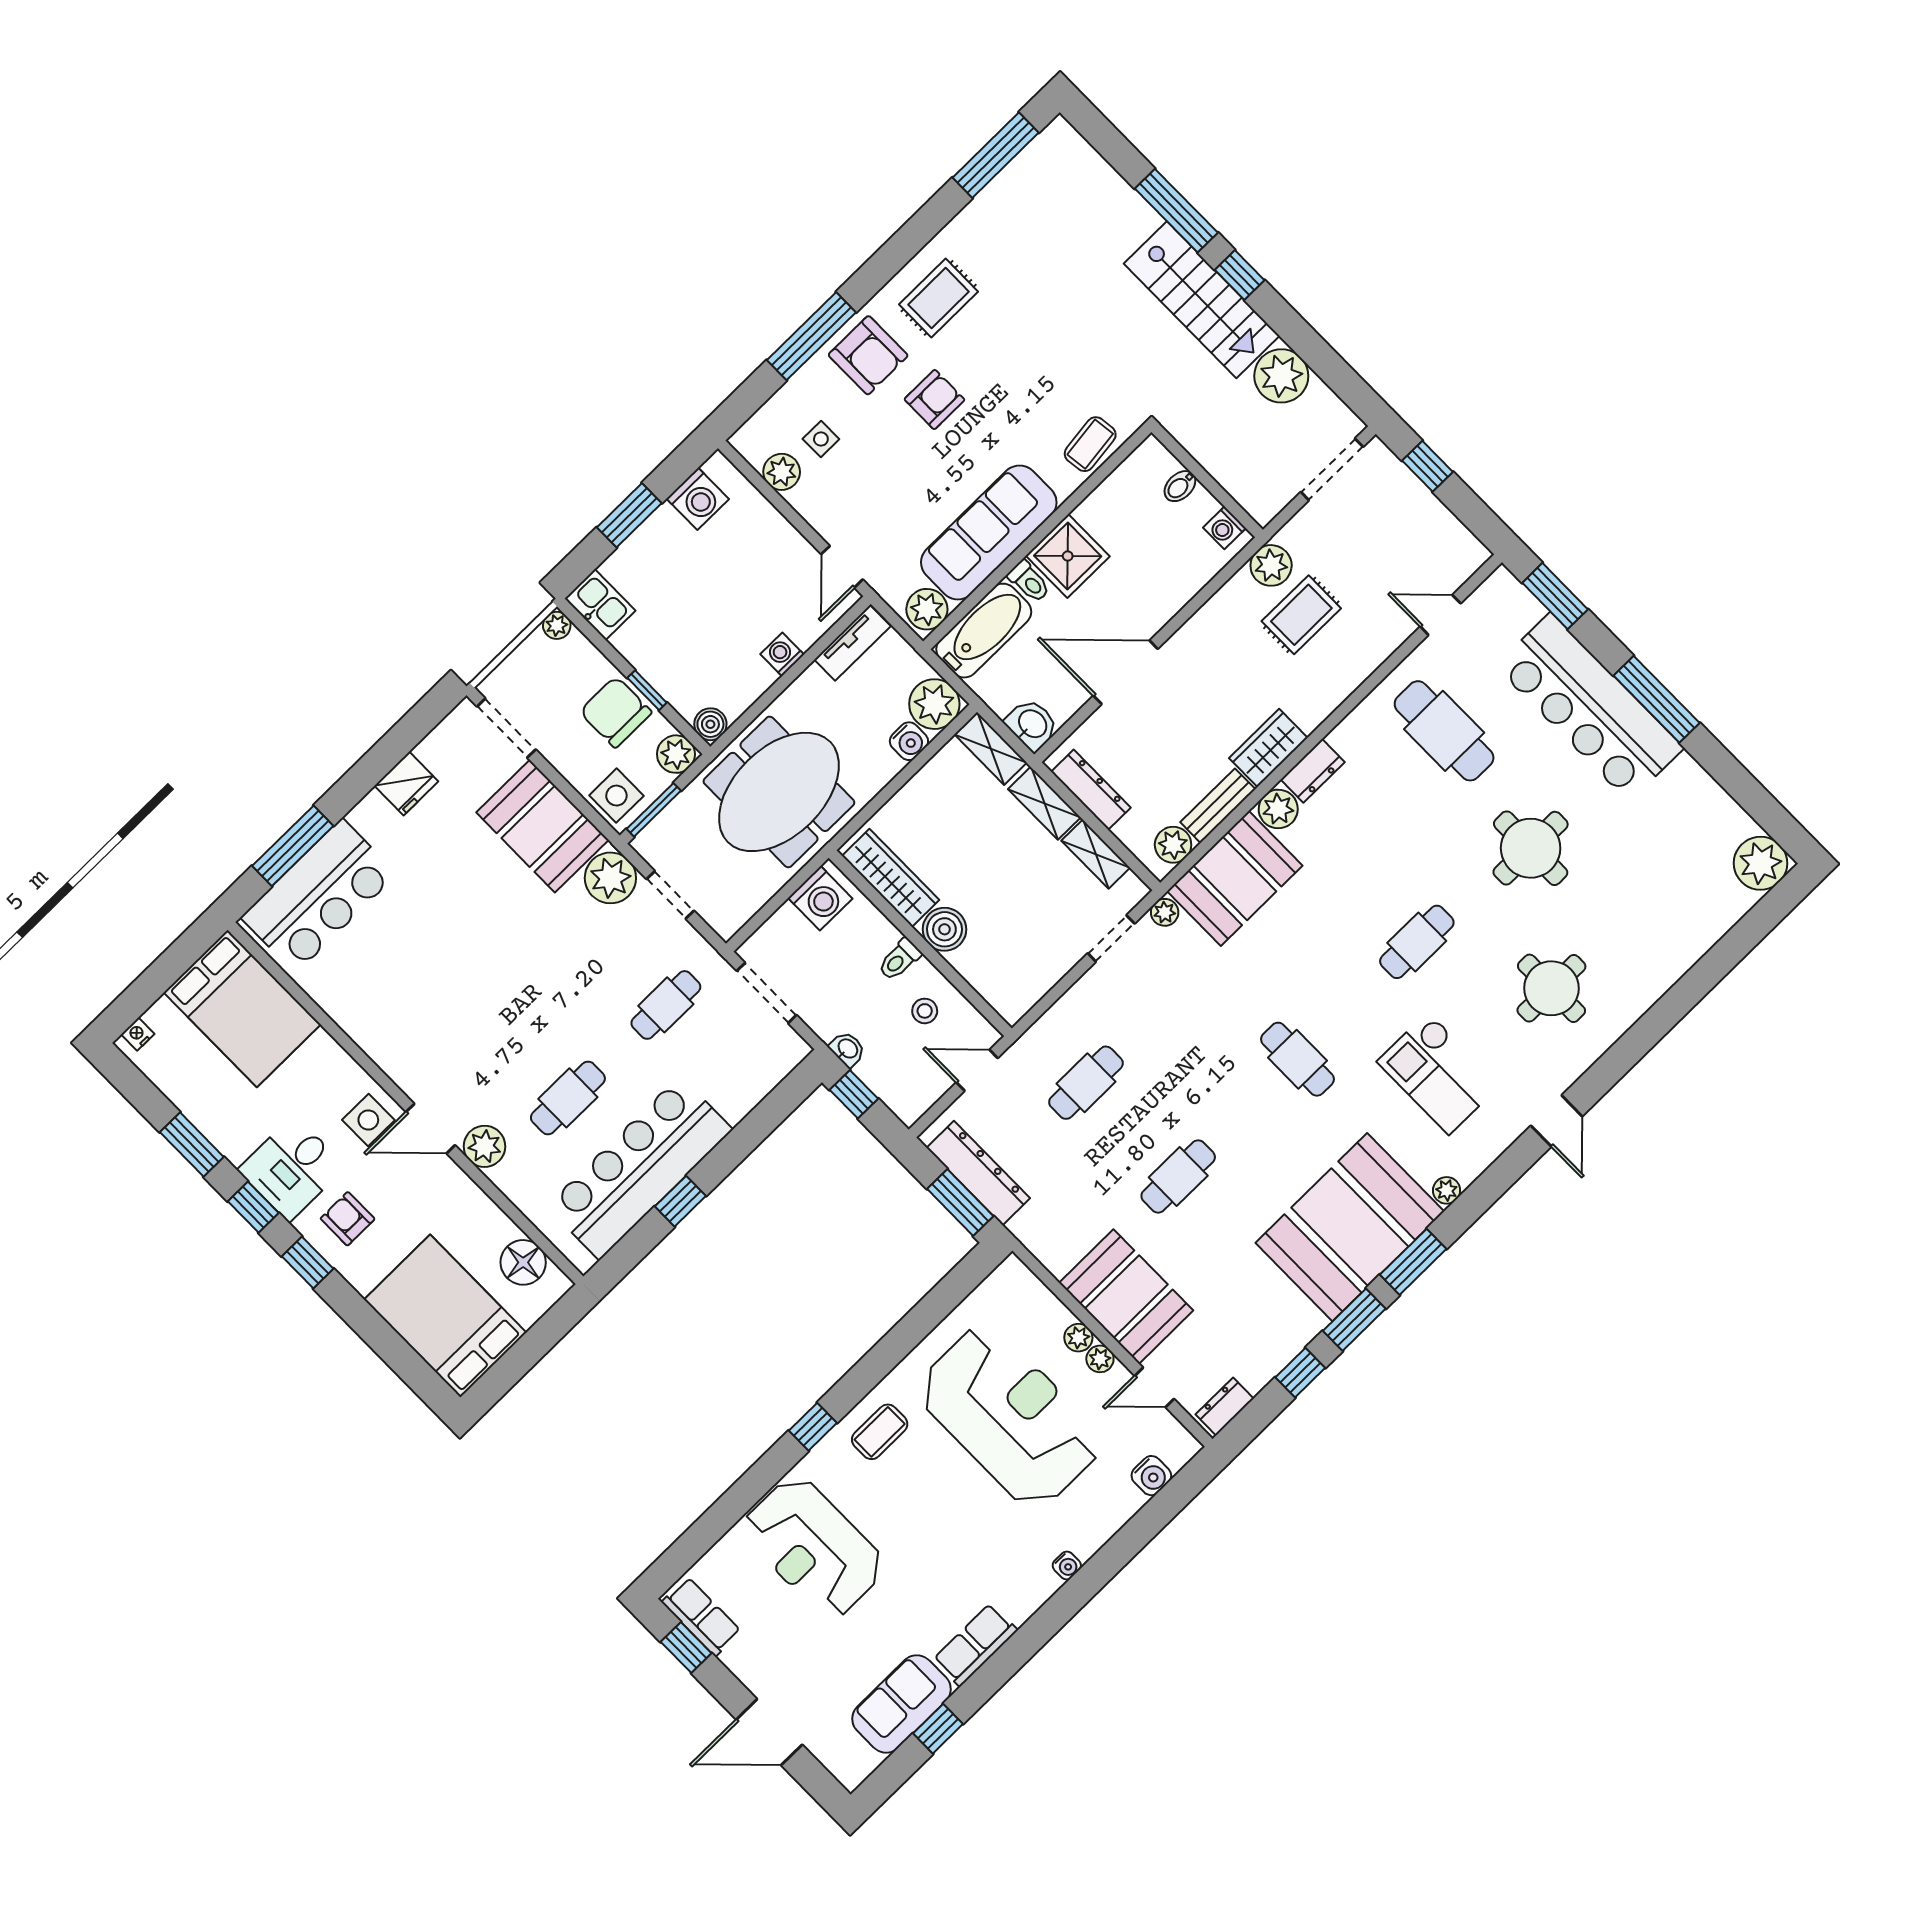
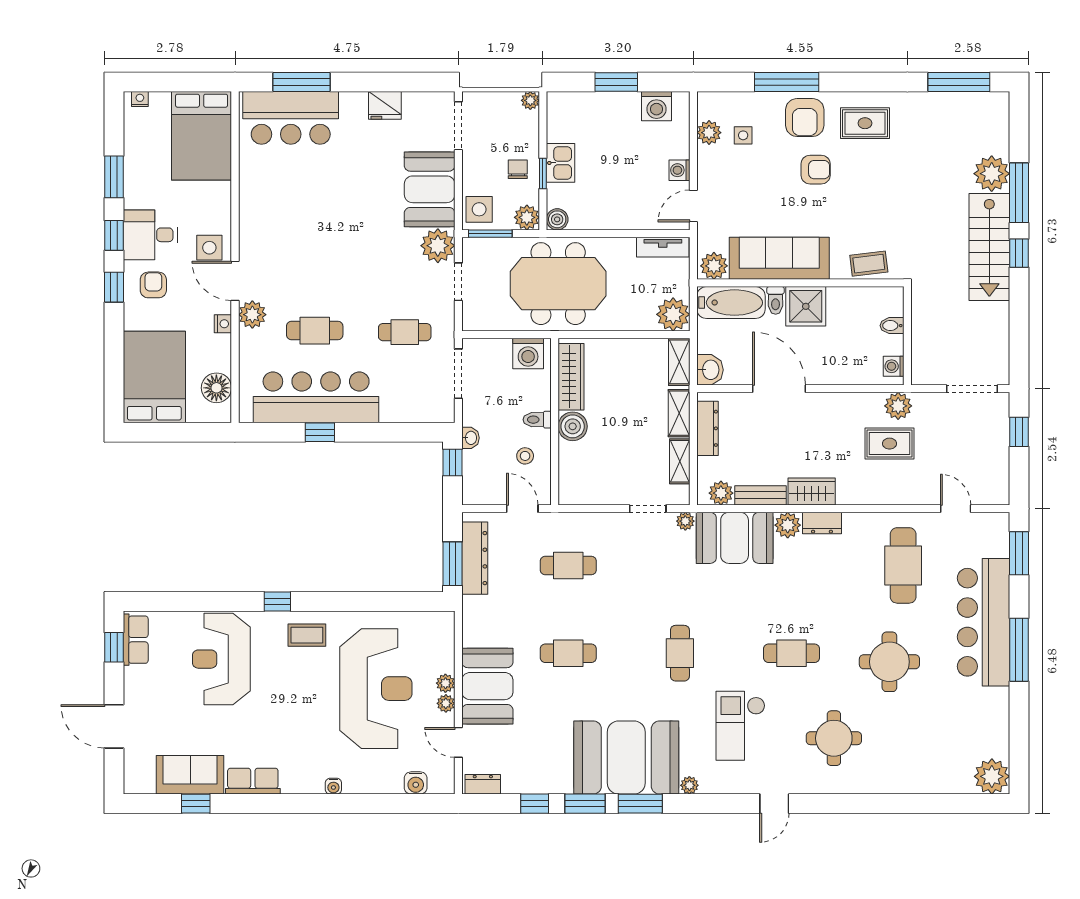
plant: (1281, 376) -> (992, 174), moved
kitchen sink: (600, 605) -> (561, 163), moved
washing machine: (782, 654) -> (679, 170), moved, turned -90
chair: (616, 712) -> (518, 169), width x0.54, depth x0.54
water cooler: (909, 741) -> (644, 320), removed
nightstand: (463, 1187) -> (223, 324), added

